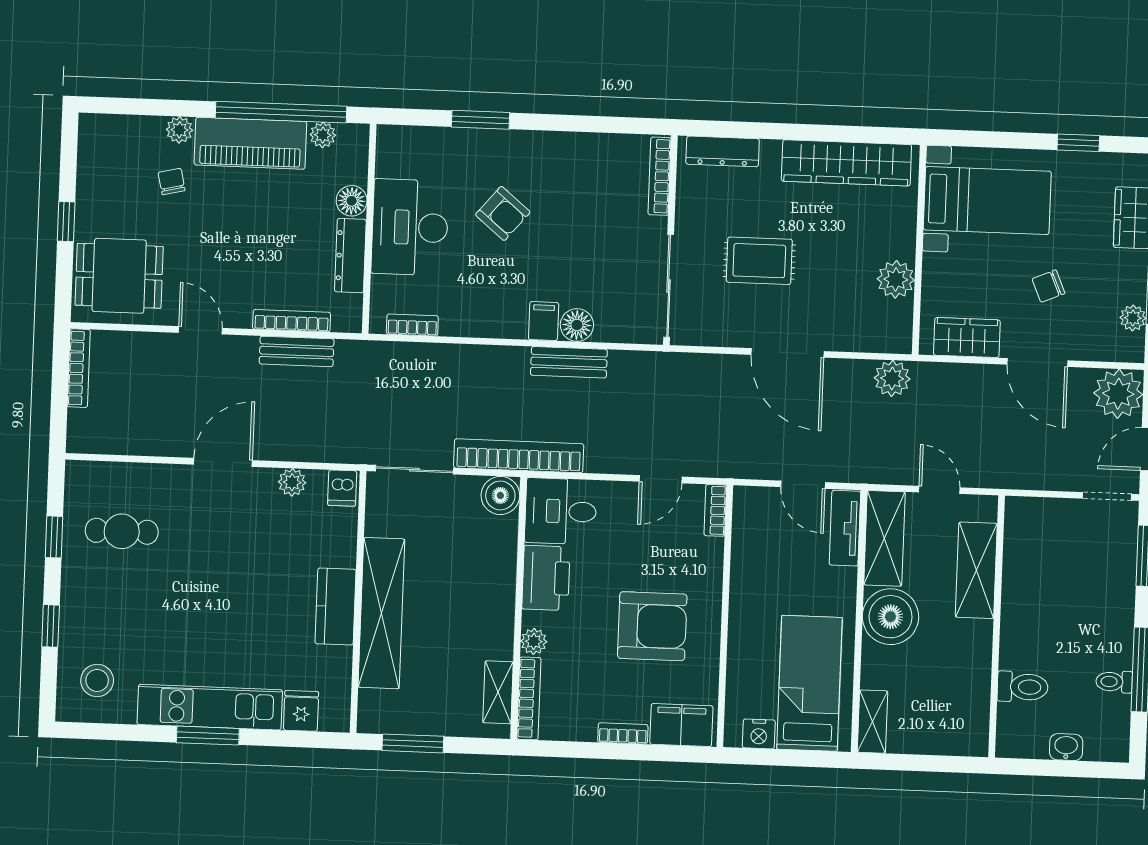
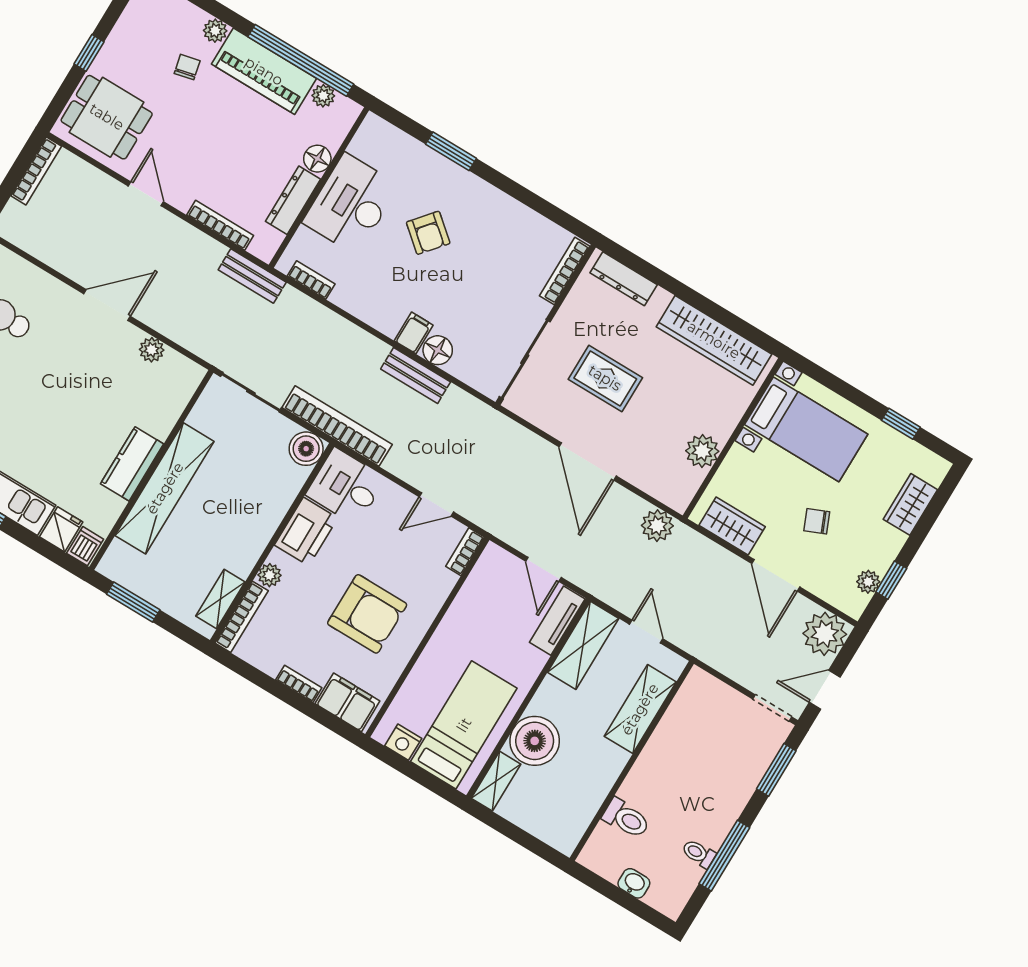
bench: (297, 351) -> (252, 276), moved
dishwasher: (342, 488) -> (85, 546), moved, turned 180
boiler: (891, 617) -> (535, 741), moved

